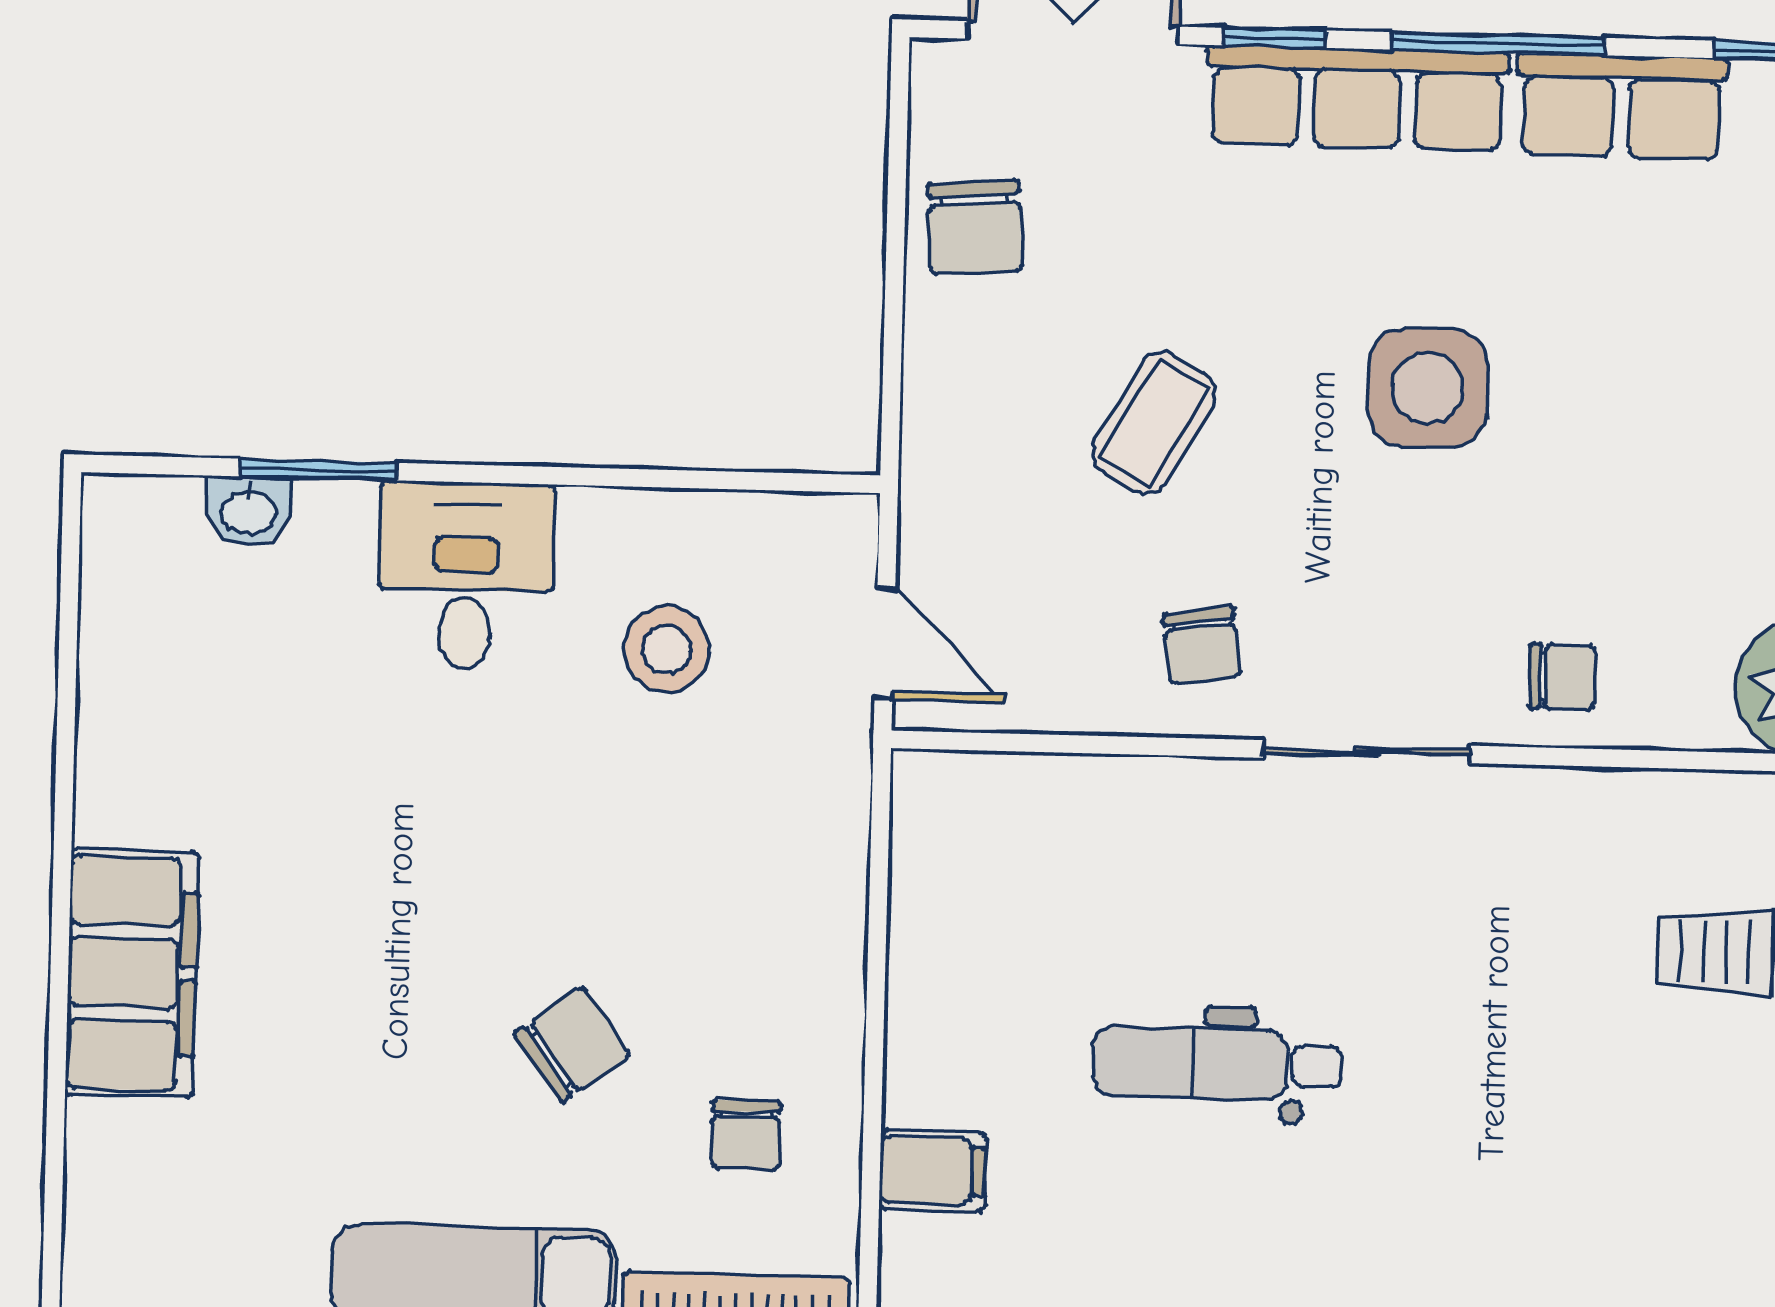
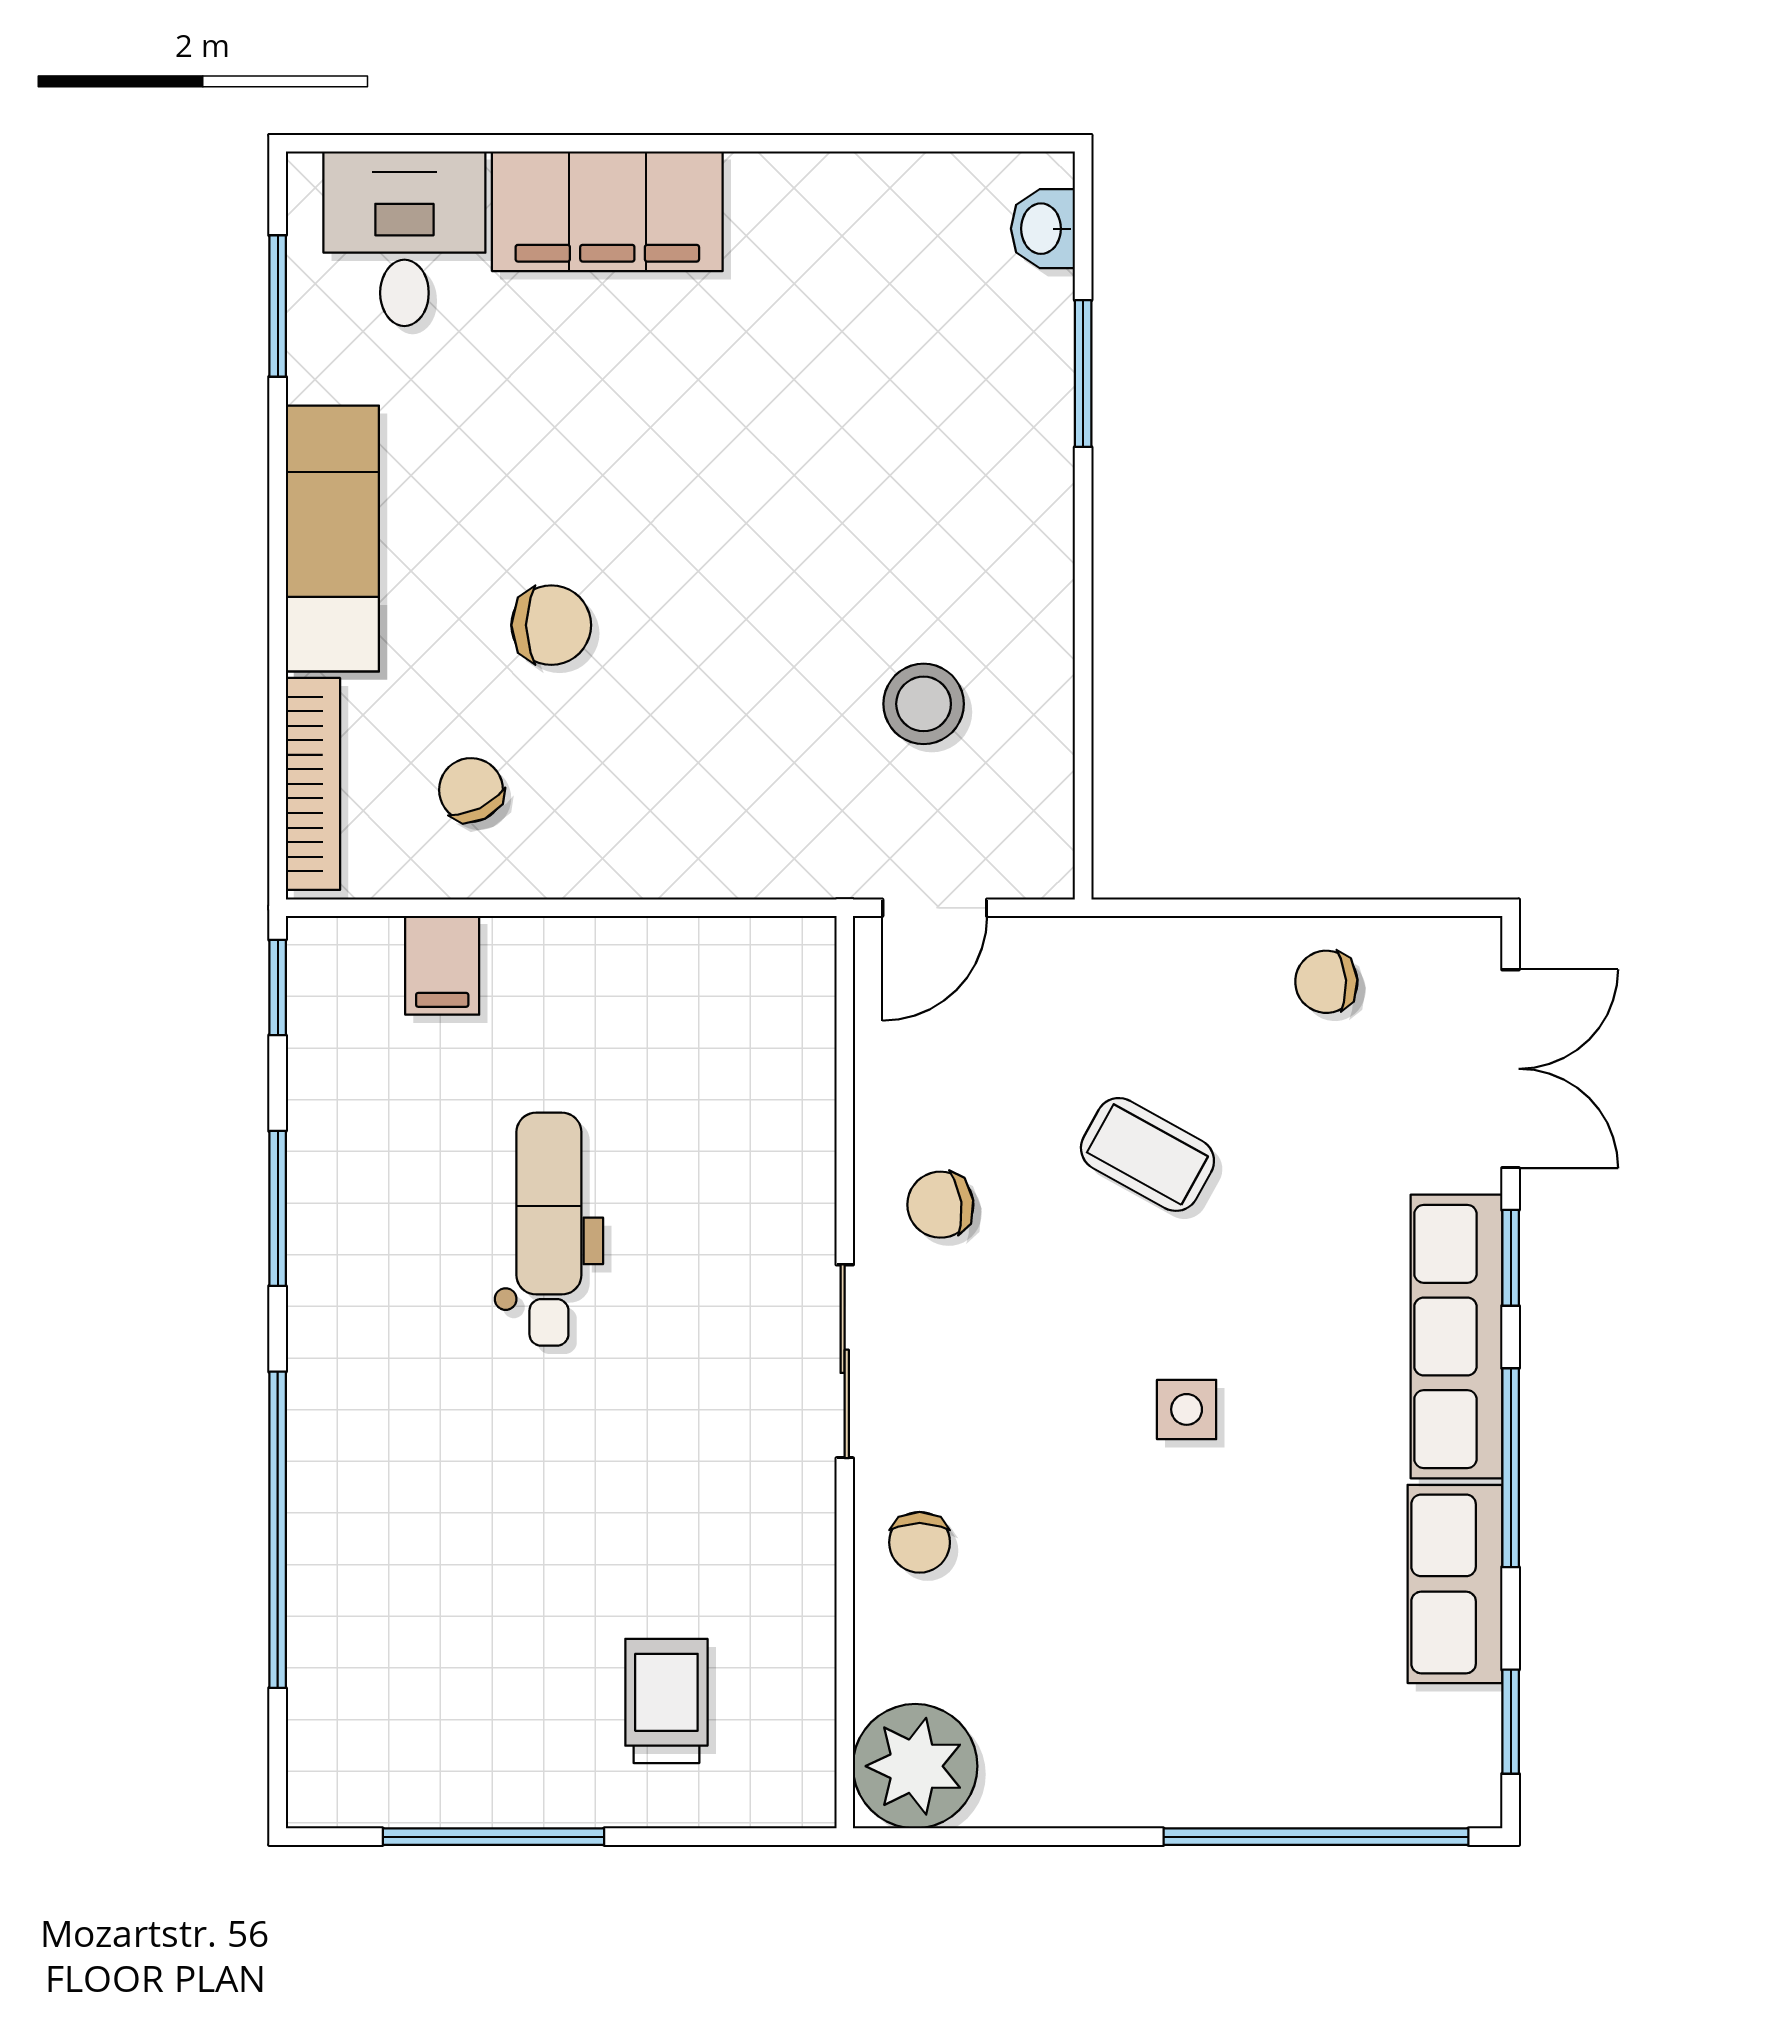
chair: (975, 227) -> (1326, 982), width x0.73, depth x0.73
side table: (1428, 388) -> (1187, 1409), width x0.54, depth x0.54
washbasin: (249, 511) -> (1043, 229), moved
desk: (466, 575) -> (404, 239), moved, turned -90
chair: (572, 1044) -> (551, 625), turned -54
chair: (746, 1135) -> (471, 790), turned 64

